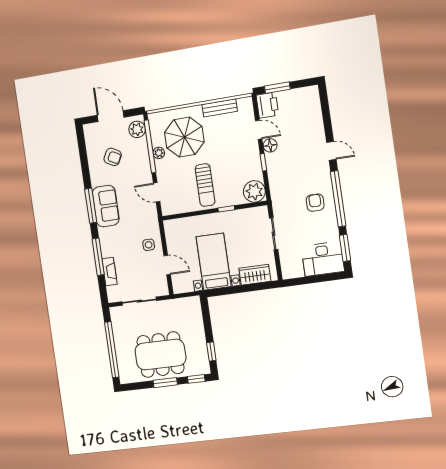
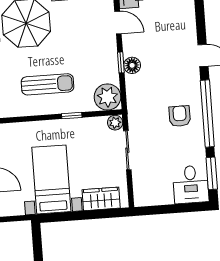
floor lamp: (270, 145) -> (132, 65), moved
sun lounger: (205, 185) -> (47, 84), turned -90
plant: (262, 212) -> (115, 123), added
desk: (323, 259) -> (191, 184), width x0.73

